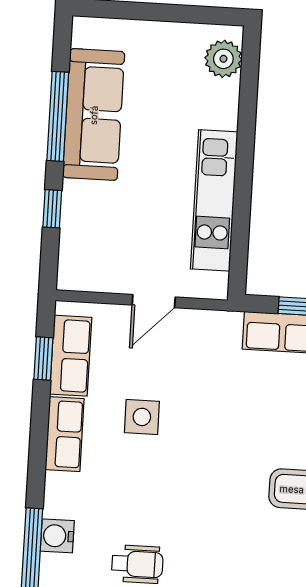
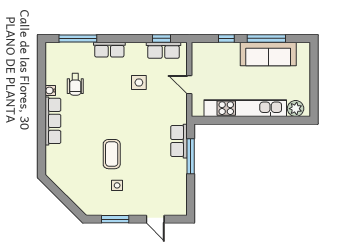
kitchen unit: (214, 200) -> (245, 108), width x1.36
row of seats: (65, 434) -> (109, 50), moved
water cooler: (57, 536) -> (85, 49), removed

